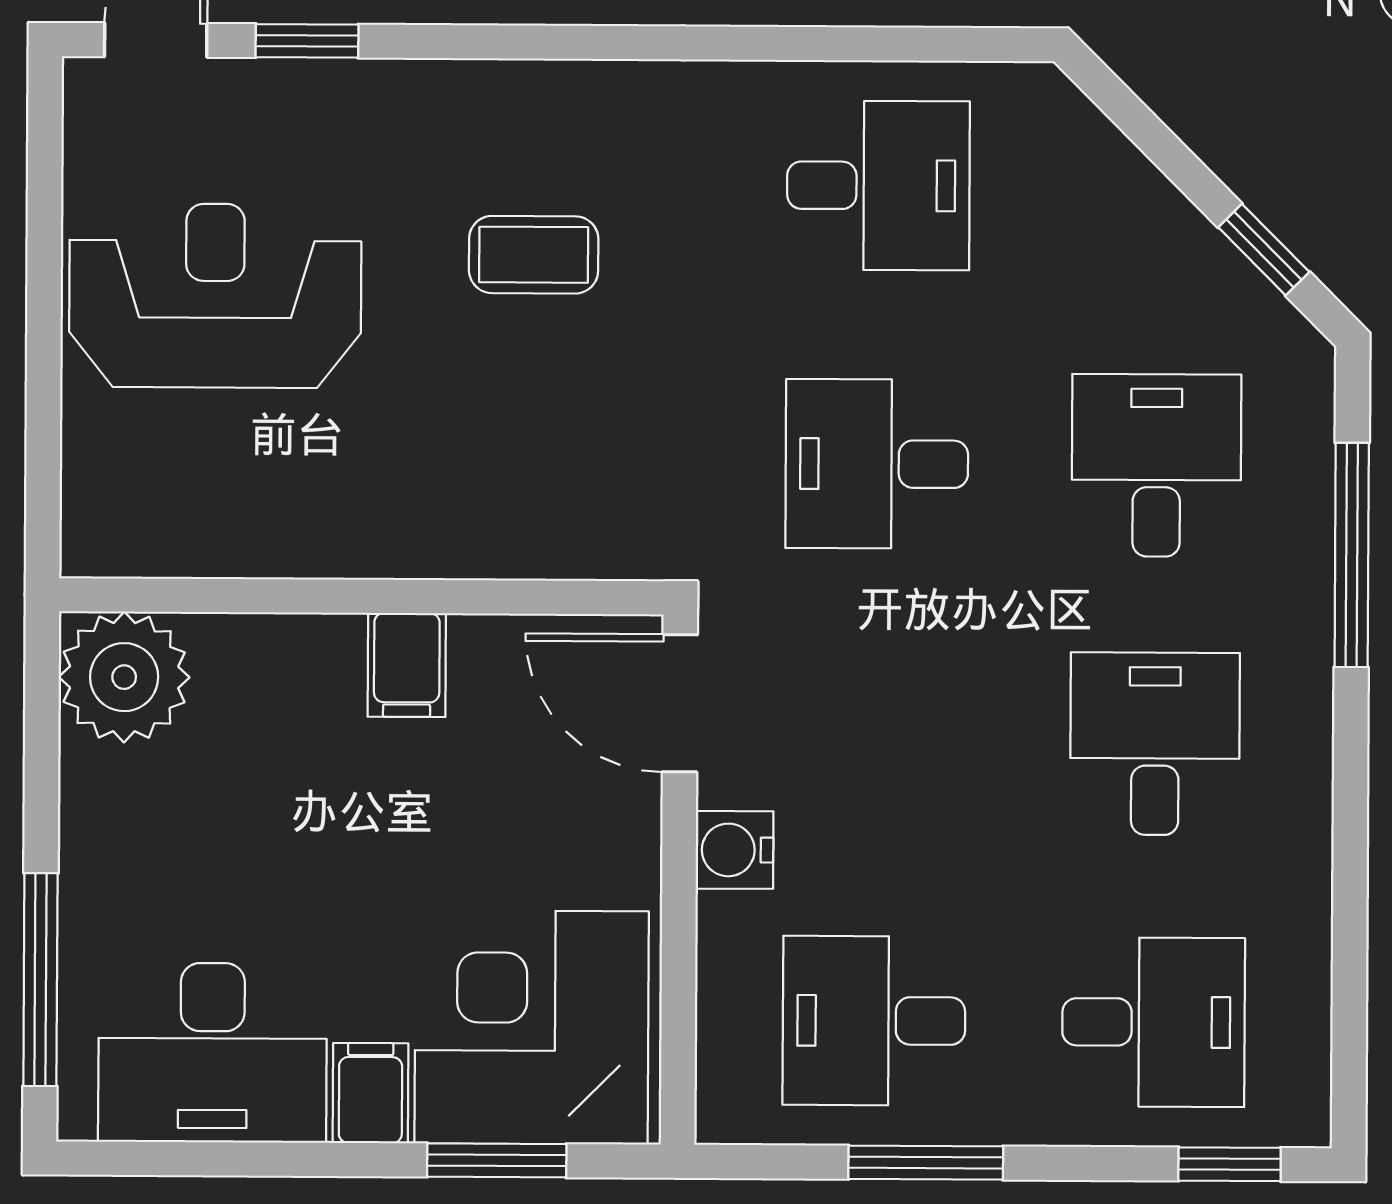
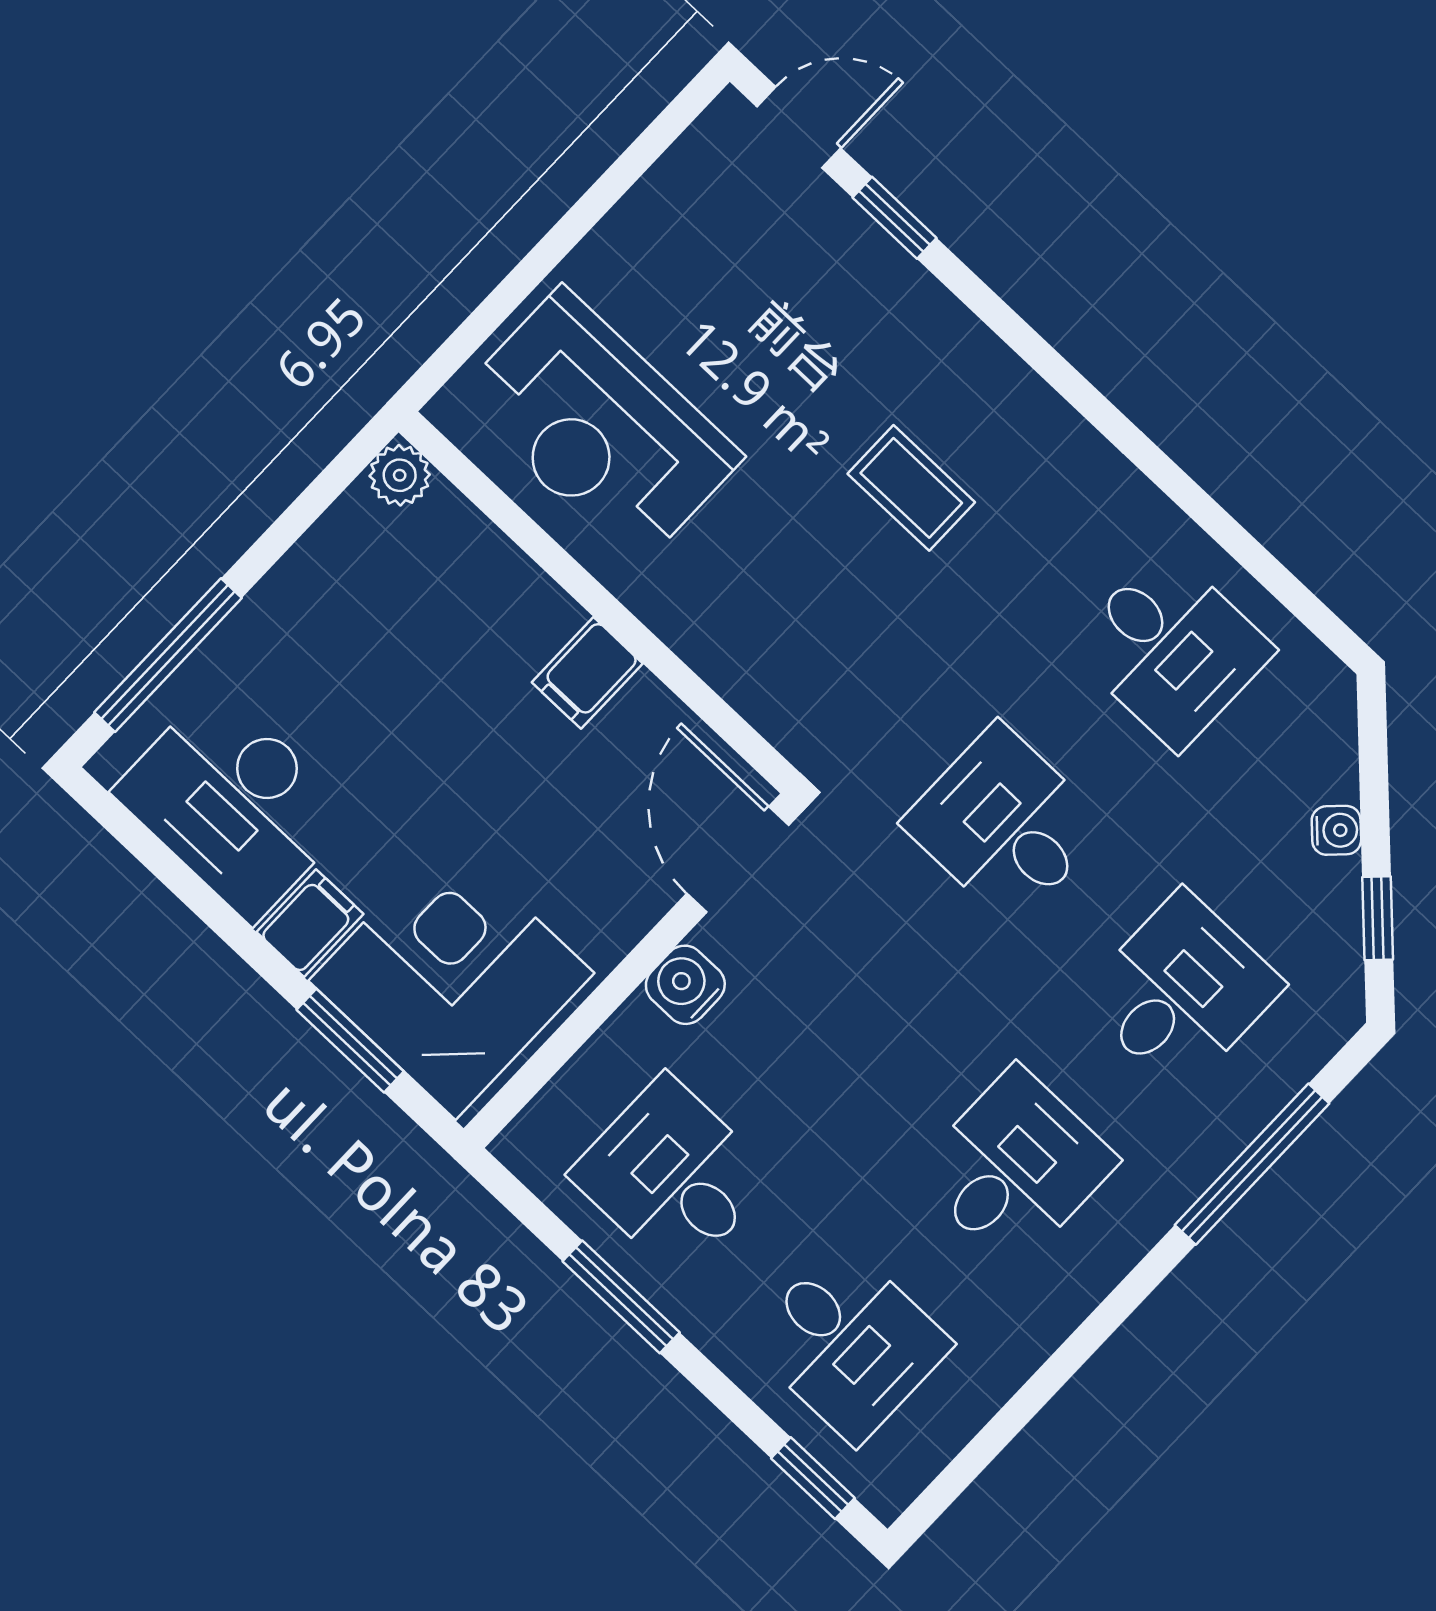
water cooler: (1160, 208) -> (1336, 830), added
reception desk: (215, 296) -> (600, 427), moved, turned 180
plant: (124, 677) -> (400, 475), width x0.53, depth x0.53

